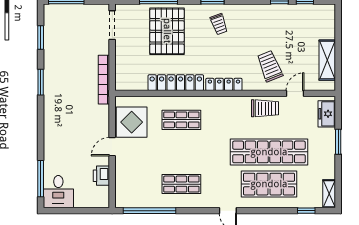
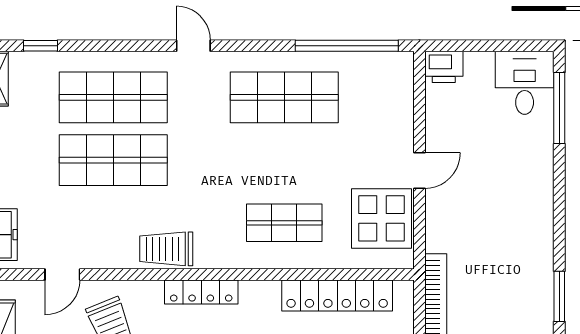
locker: (176, 83) -> (337, 296), moved
trolley: (265, 108) -> (166, 249), moved
shop shelf: (269, 152) -> (113, 160), width x0.71
printer: (101, 176) -> (444, 67), moved, turned 90
shop shelf: (181, 184) -> (284, 97), width x1.43, depth x1.36

